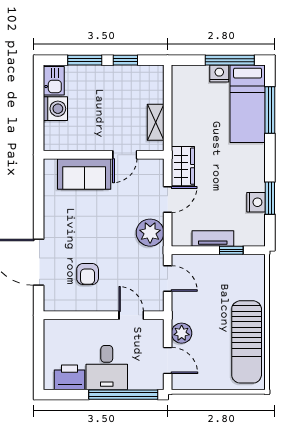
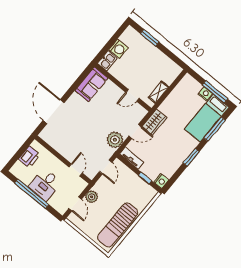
window: (125, 60) -> (168, 53), removed
kitchen sink: (54, 81) -> (107, 61), moved
sofa: (84, 174) -> (91, 84), moved, turned -90
window: (270, 198) -> (191, 157), moved
nightstand: (256, 202) -> (161, 181), moved
tv unit: (213, 239) -> (132, 158), moved
armchair: (88, 274) -> (71, 135), removed
printer: (70, 377) -> (29, 157), moved, turned 90
window: (123, 395) -> (32, 194), moved

